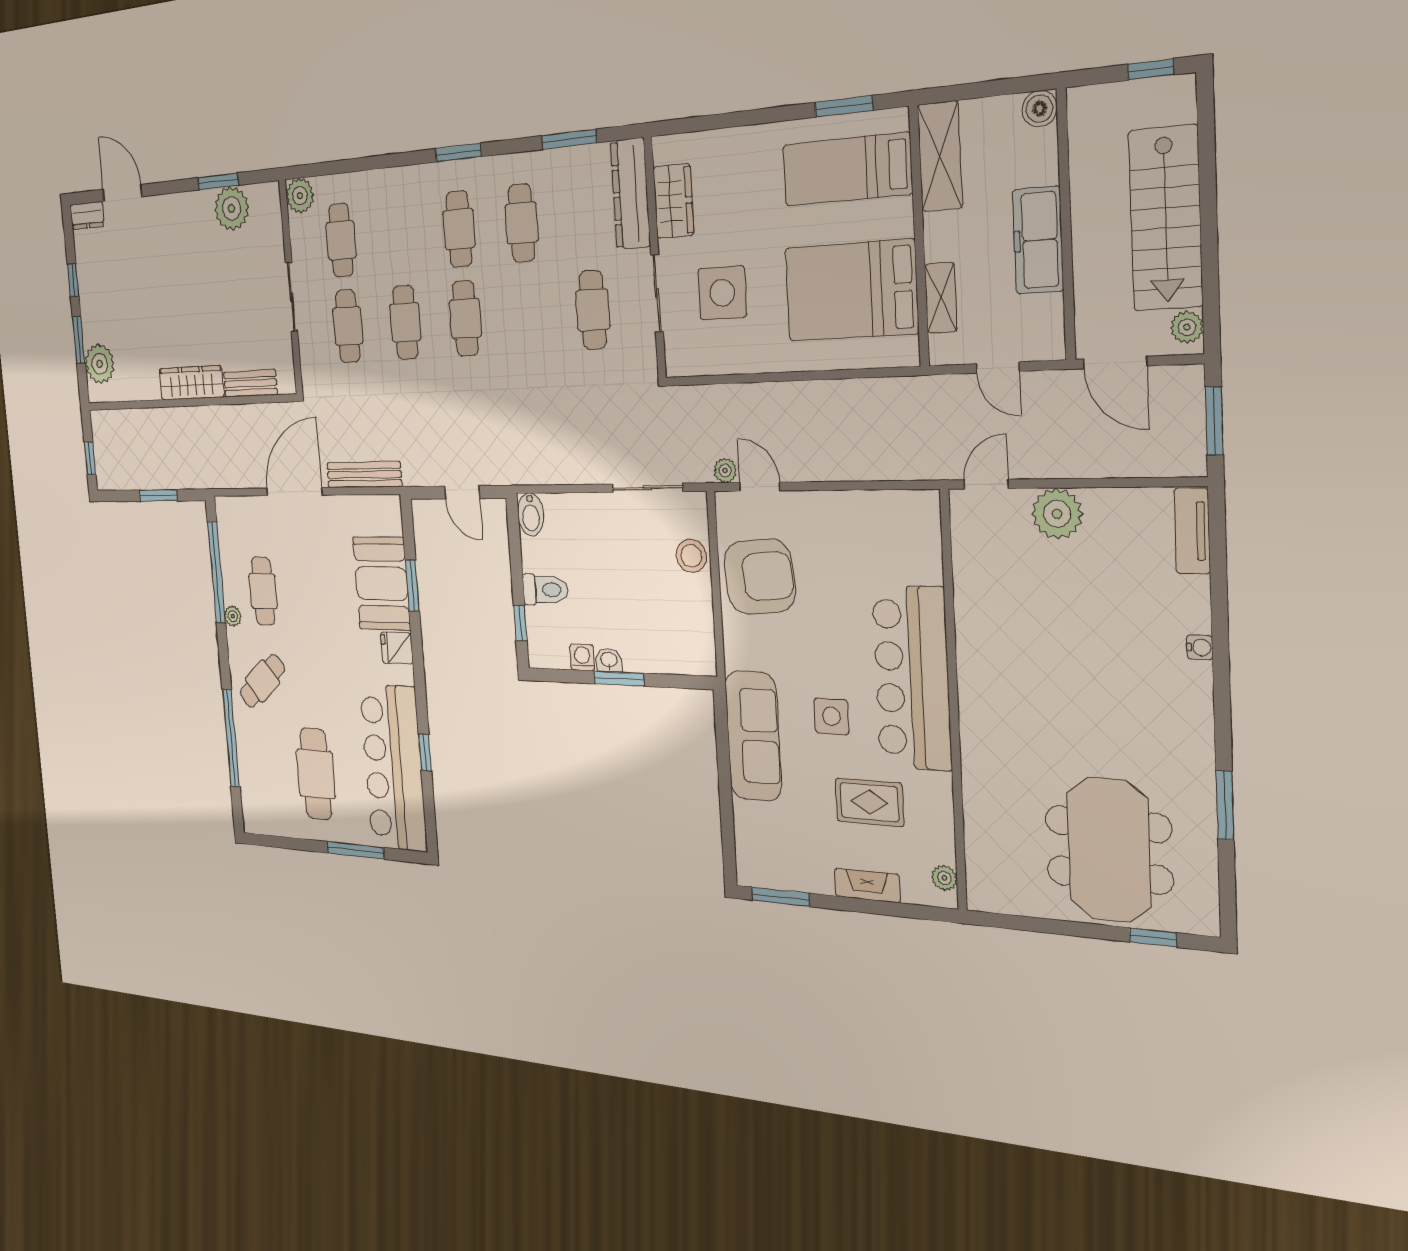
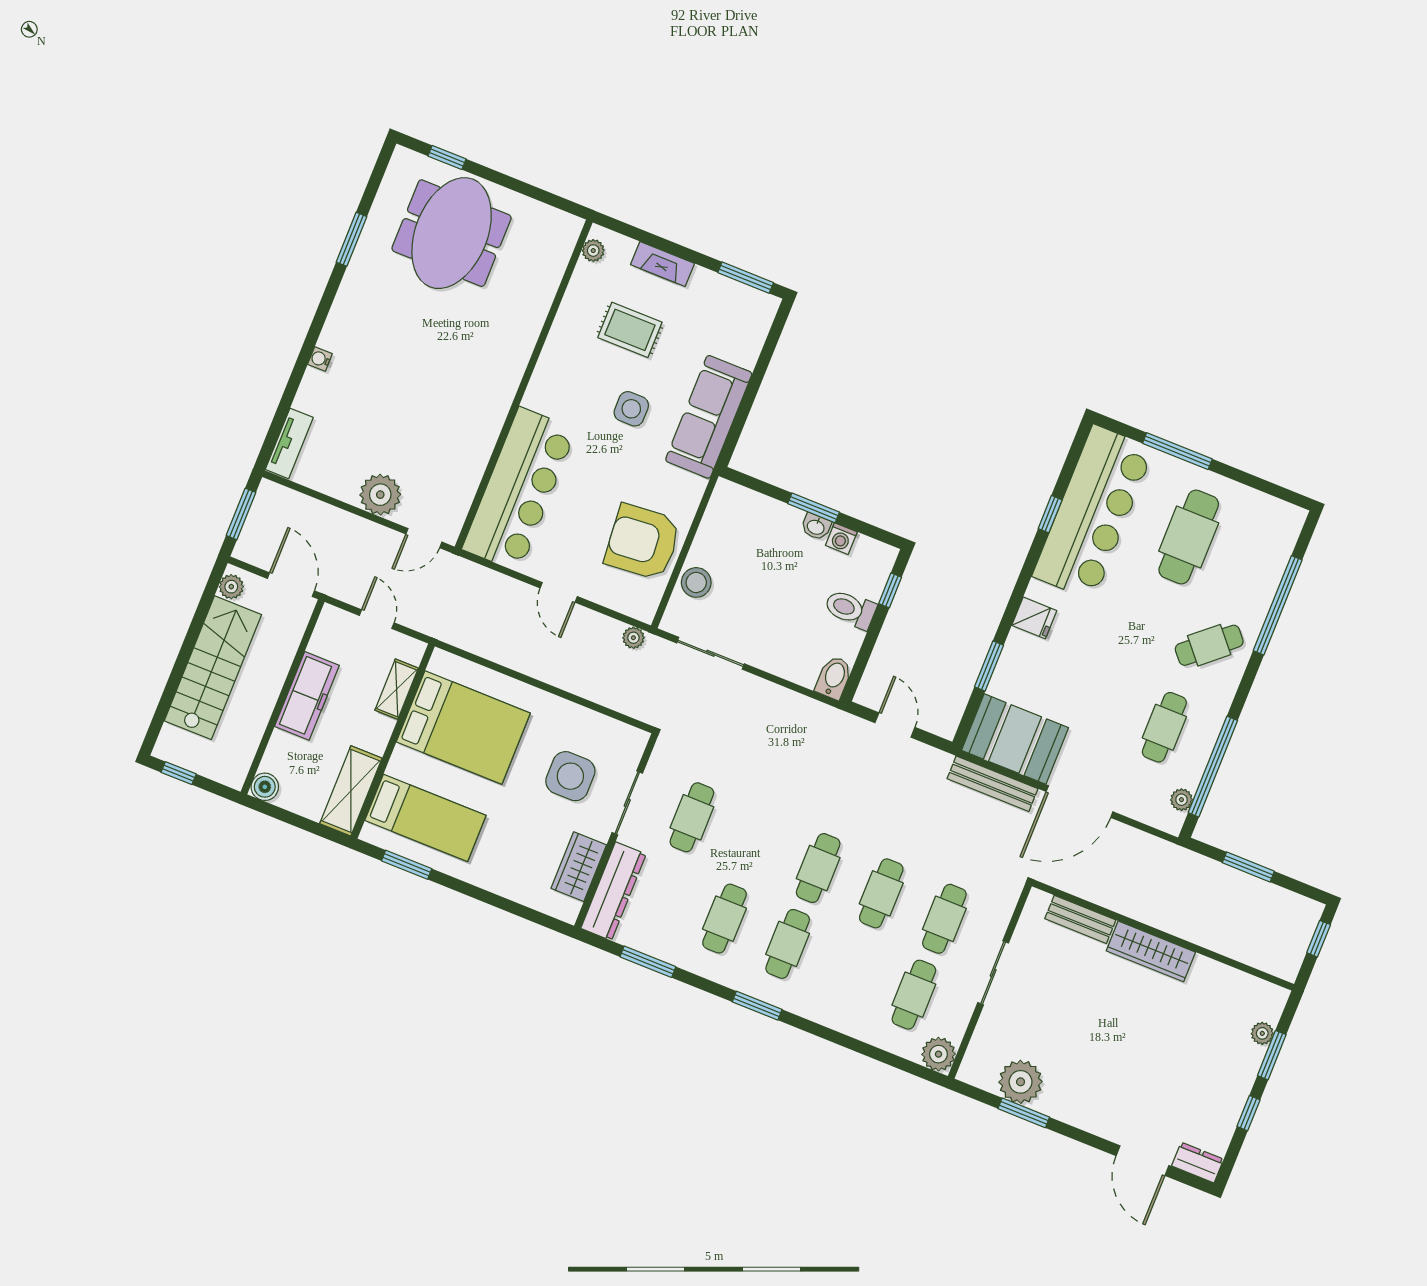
plant: (100, 364) -> (1262, 1033), width x0.53, depth x0.53
door: (760, 487) -> (559, 592), moved
booth: (382, 583) -> (1015, 739), moved, turned 90
plant: (233, 616) -> (1181, 800), moved
bar counter: (912, 678) -> (519, 489), moved

